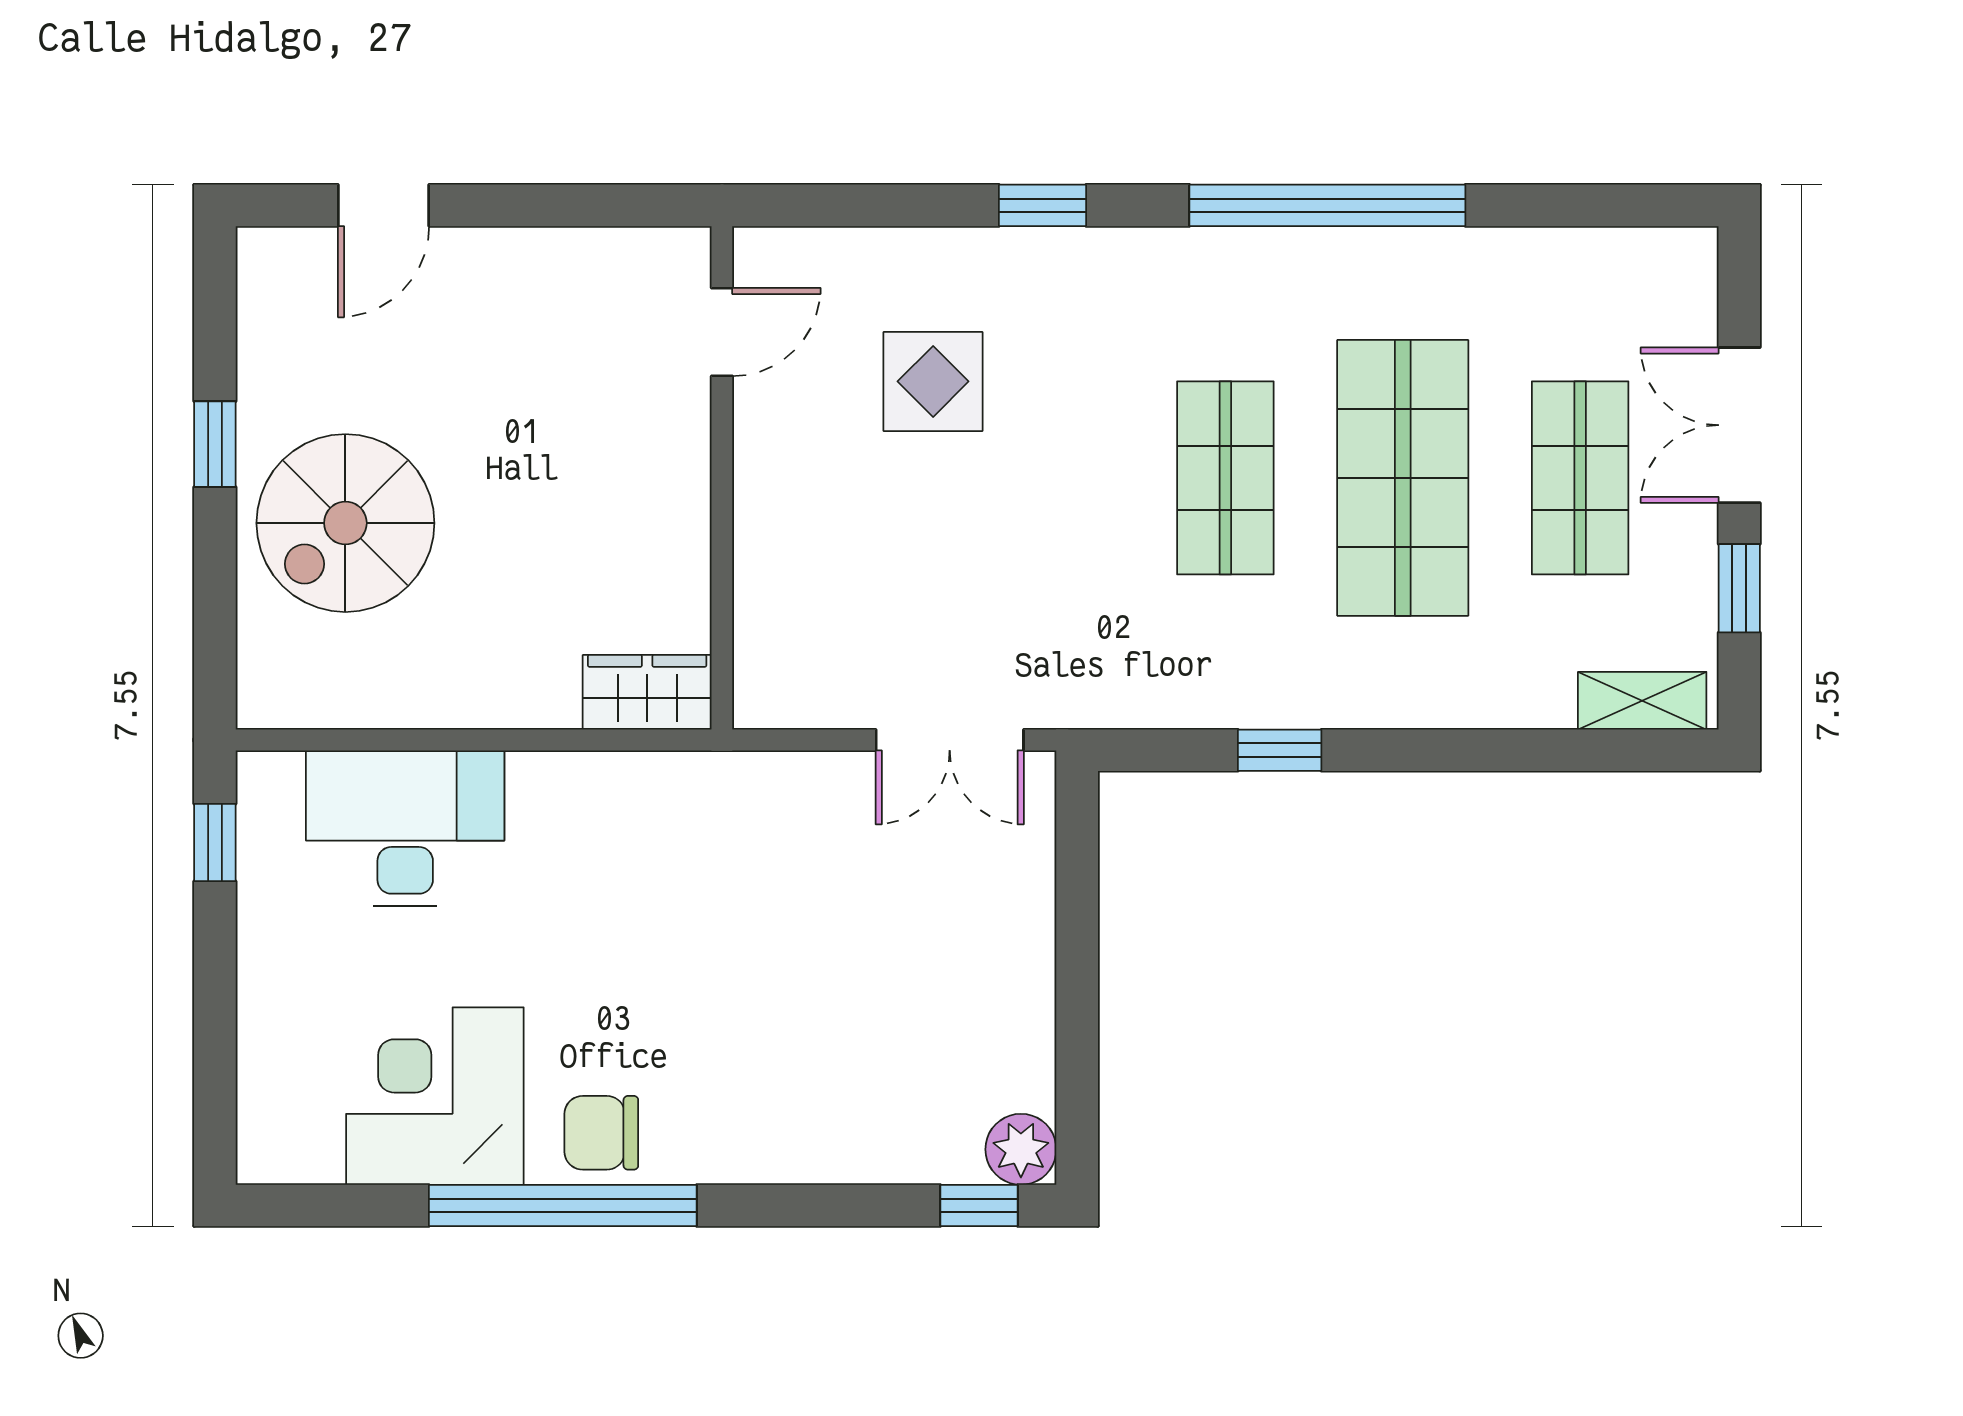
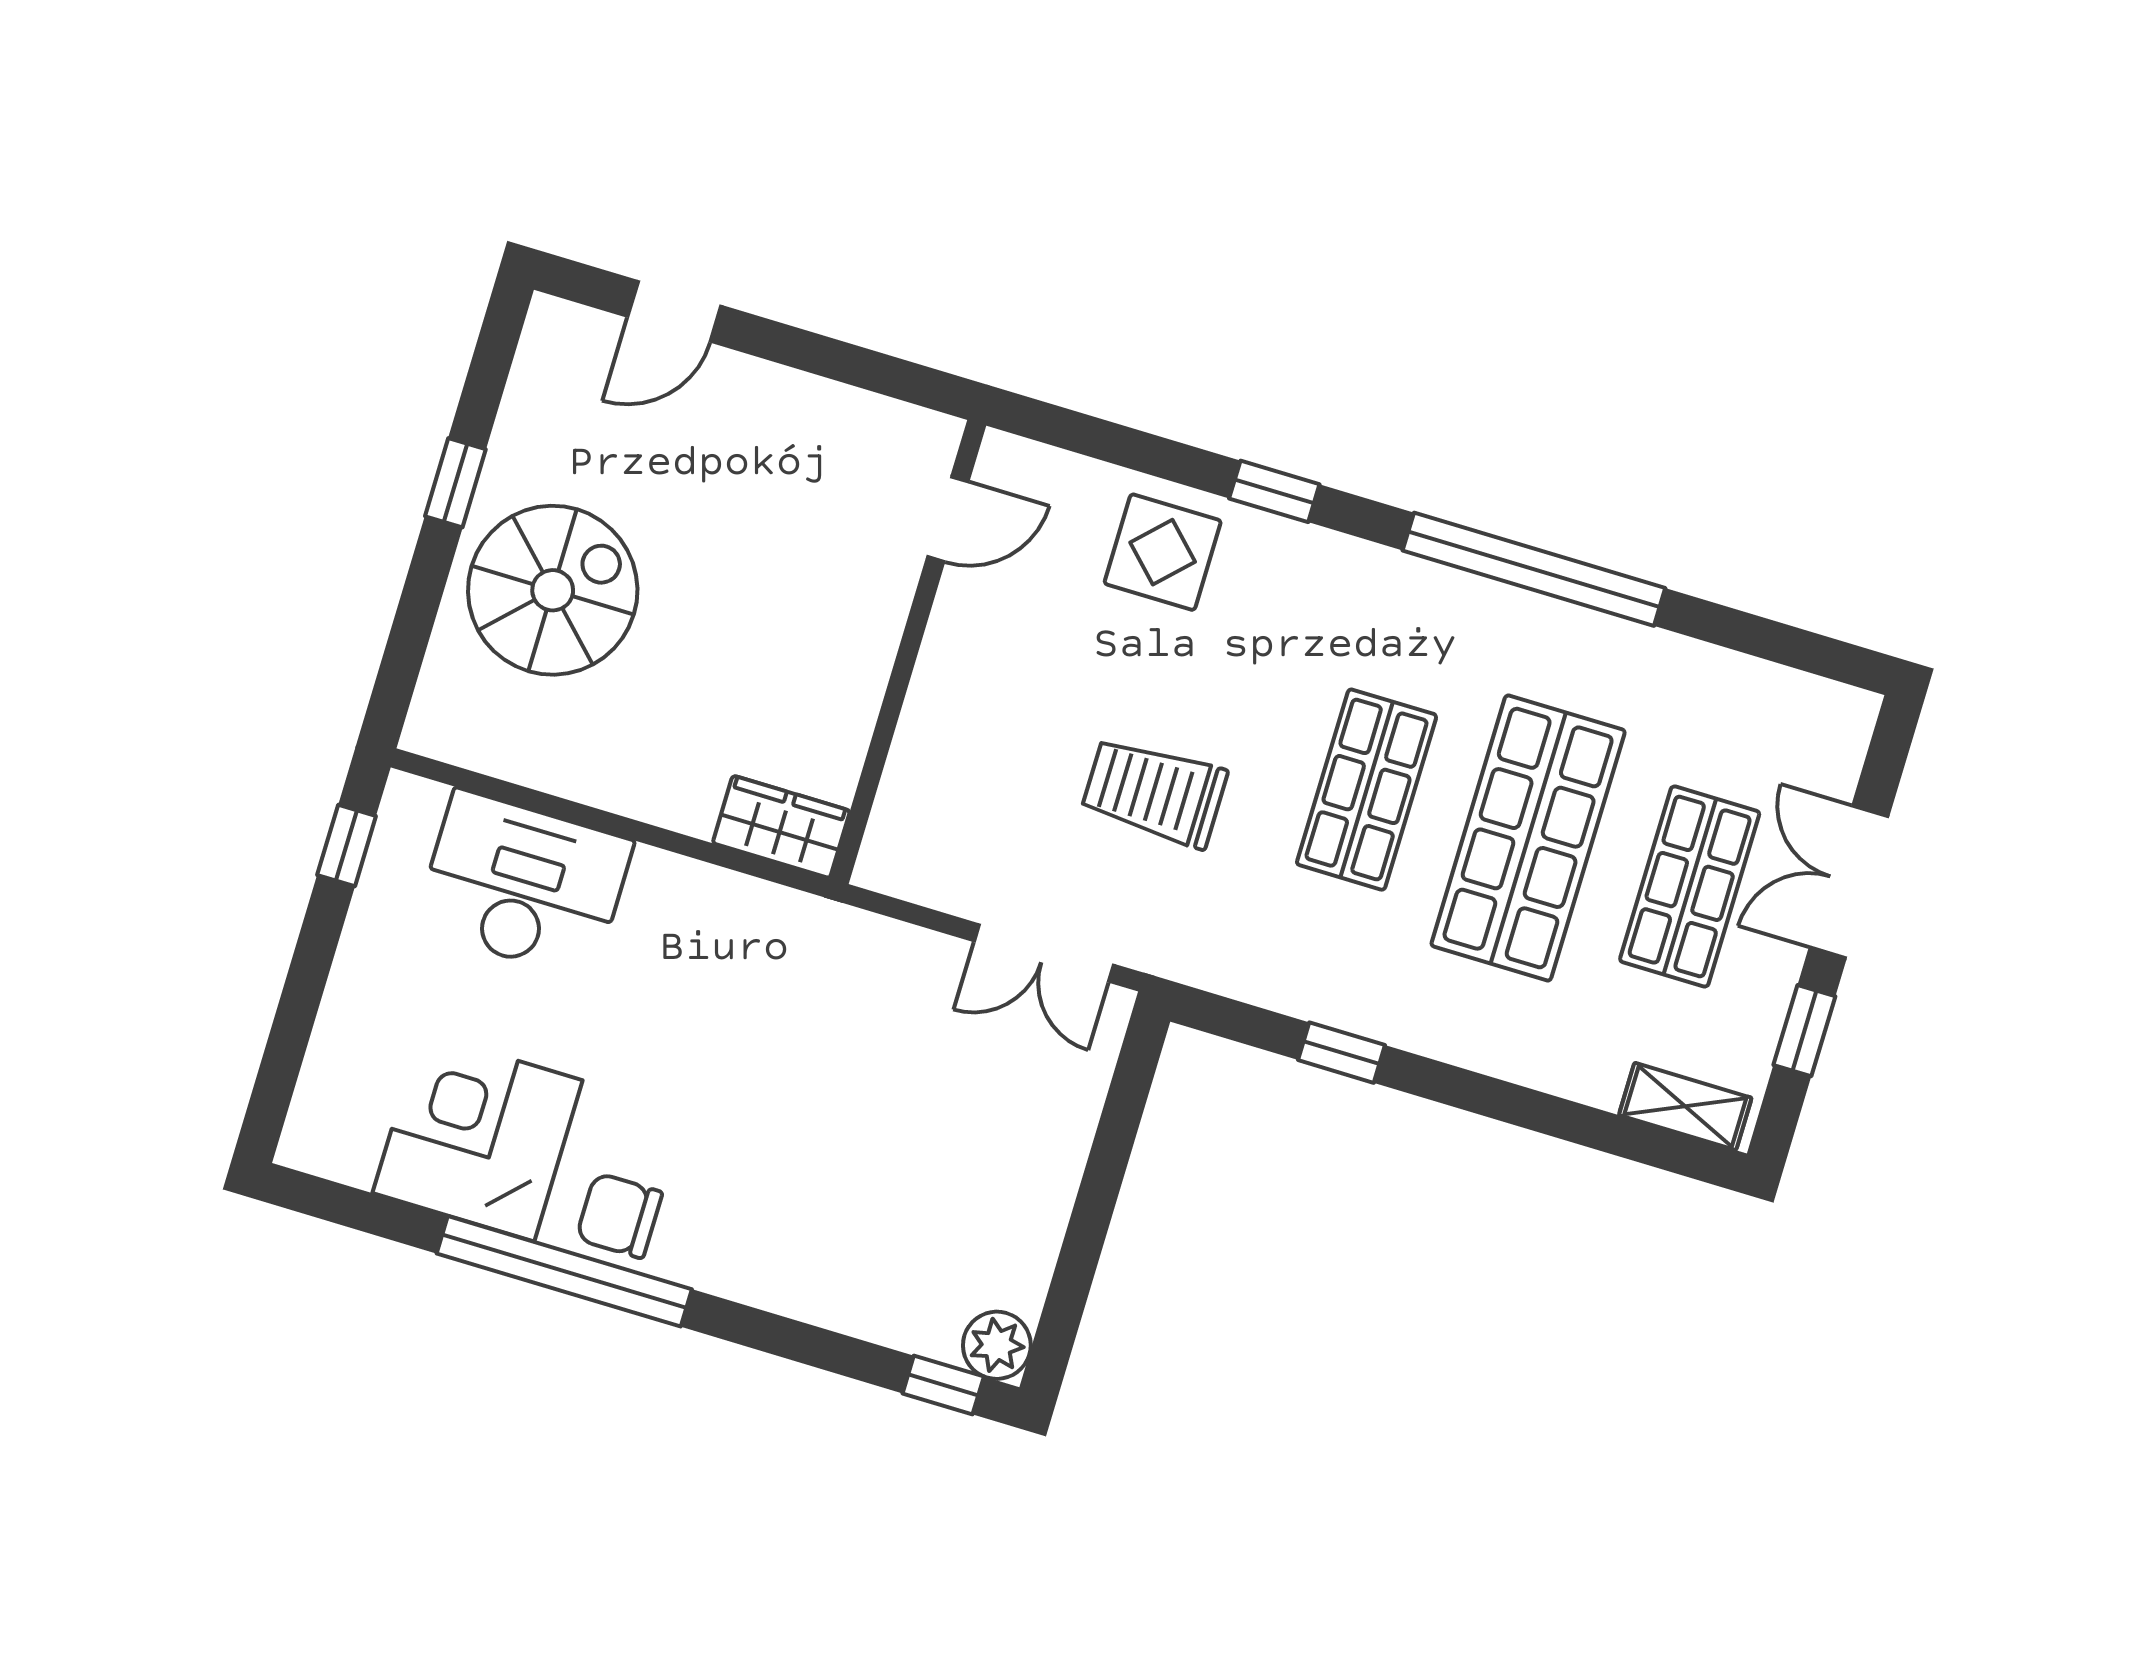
display table: (933, 381) -> (1163, 552), moved
spiral stairs: (345, 523) -> (553, 590), turned 180
trolley: (1012, 544) -> (1154, 792), added

